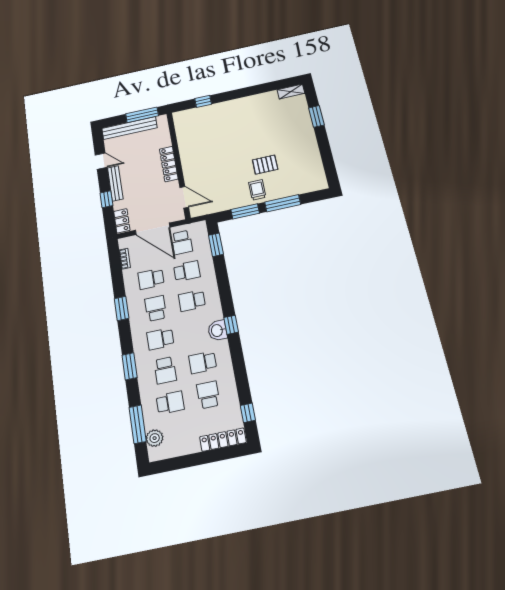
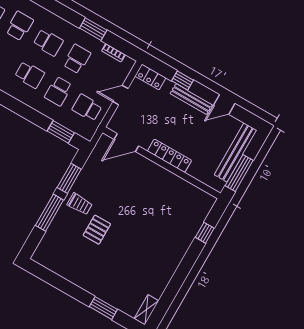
door: (153, 229) -> (120, 95), width x0.53
school desk: (192, 301) -> (30, 75), turned 90
window: (122, 308) -> (93, 29), moved

